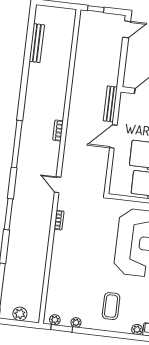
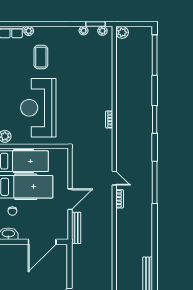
door: (58, 185) -> (114, 178), moved
coffee table: (111, 306) -> (41, 57), moved
plant: (20, 314) -> (122, 32), moved

